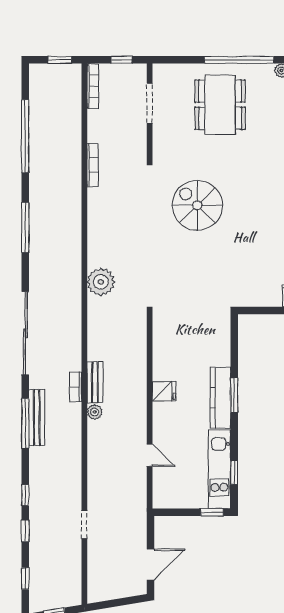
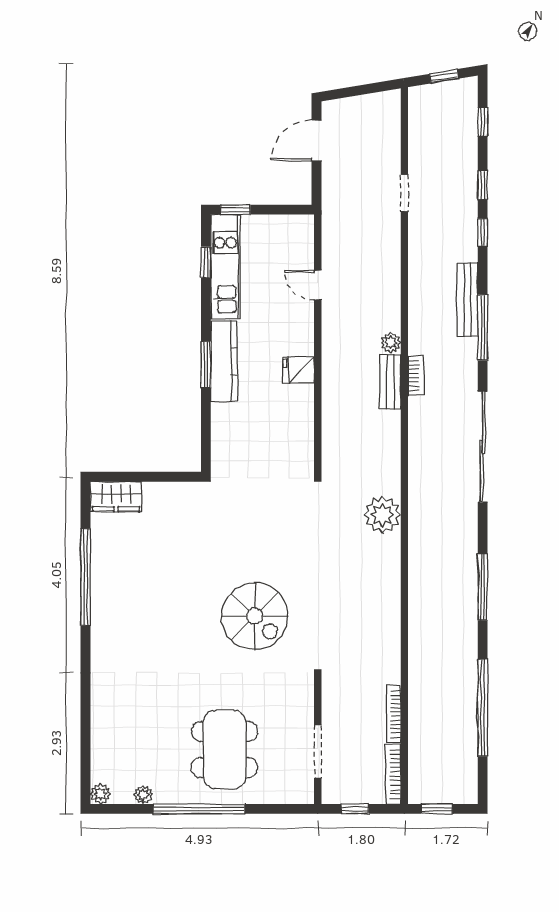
bookcase: (93, 165) -> (393, 714), moved
bench: (37, 418) -> (467, 300), moved

